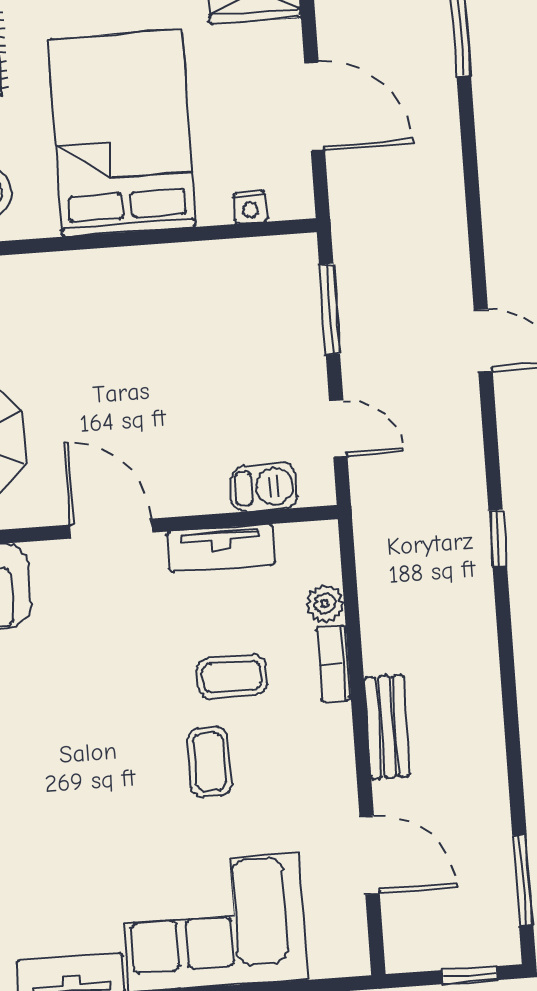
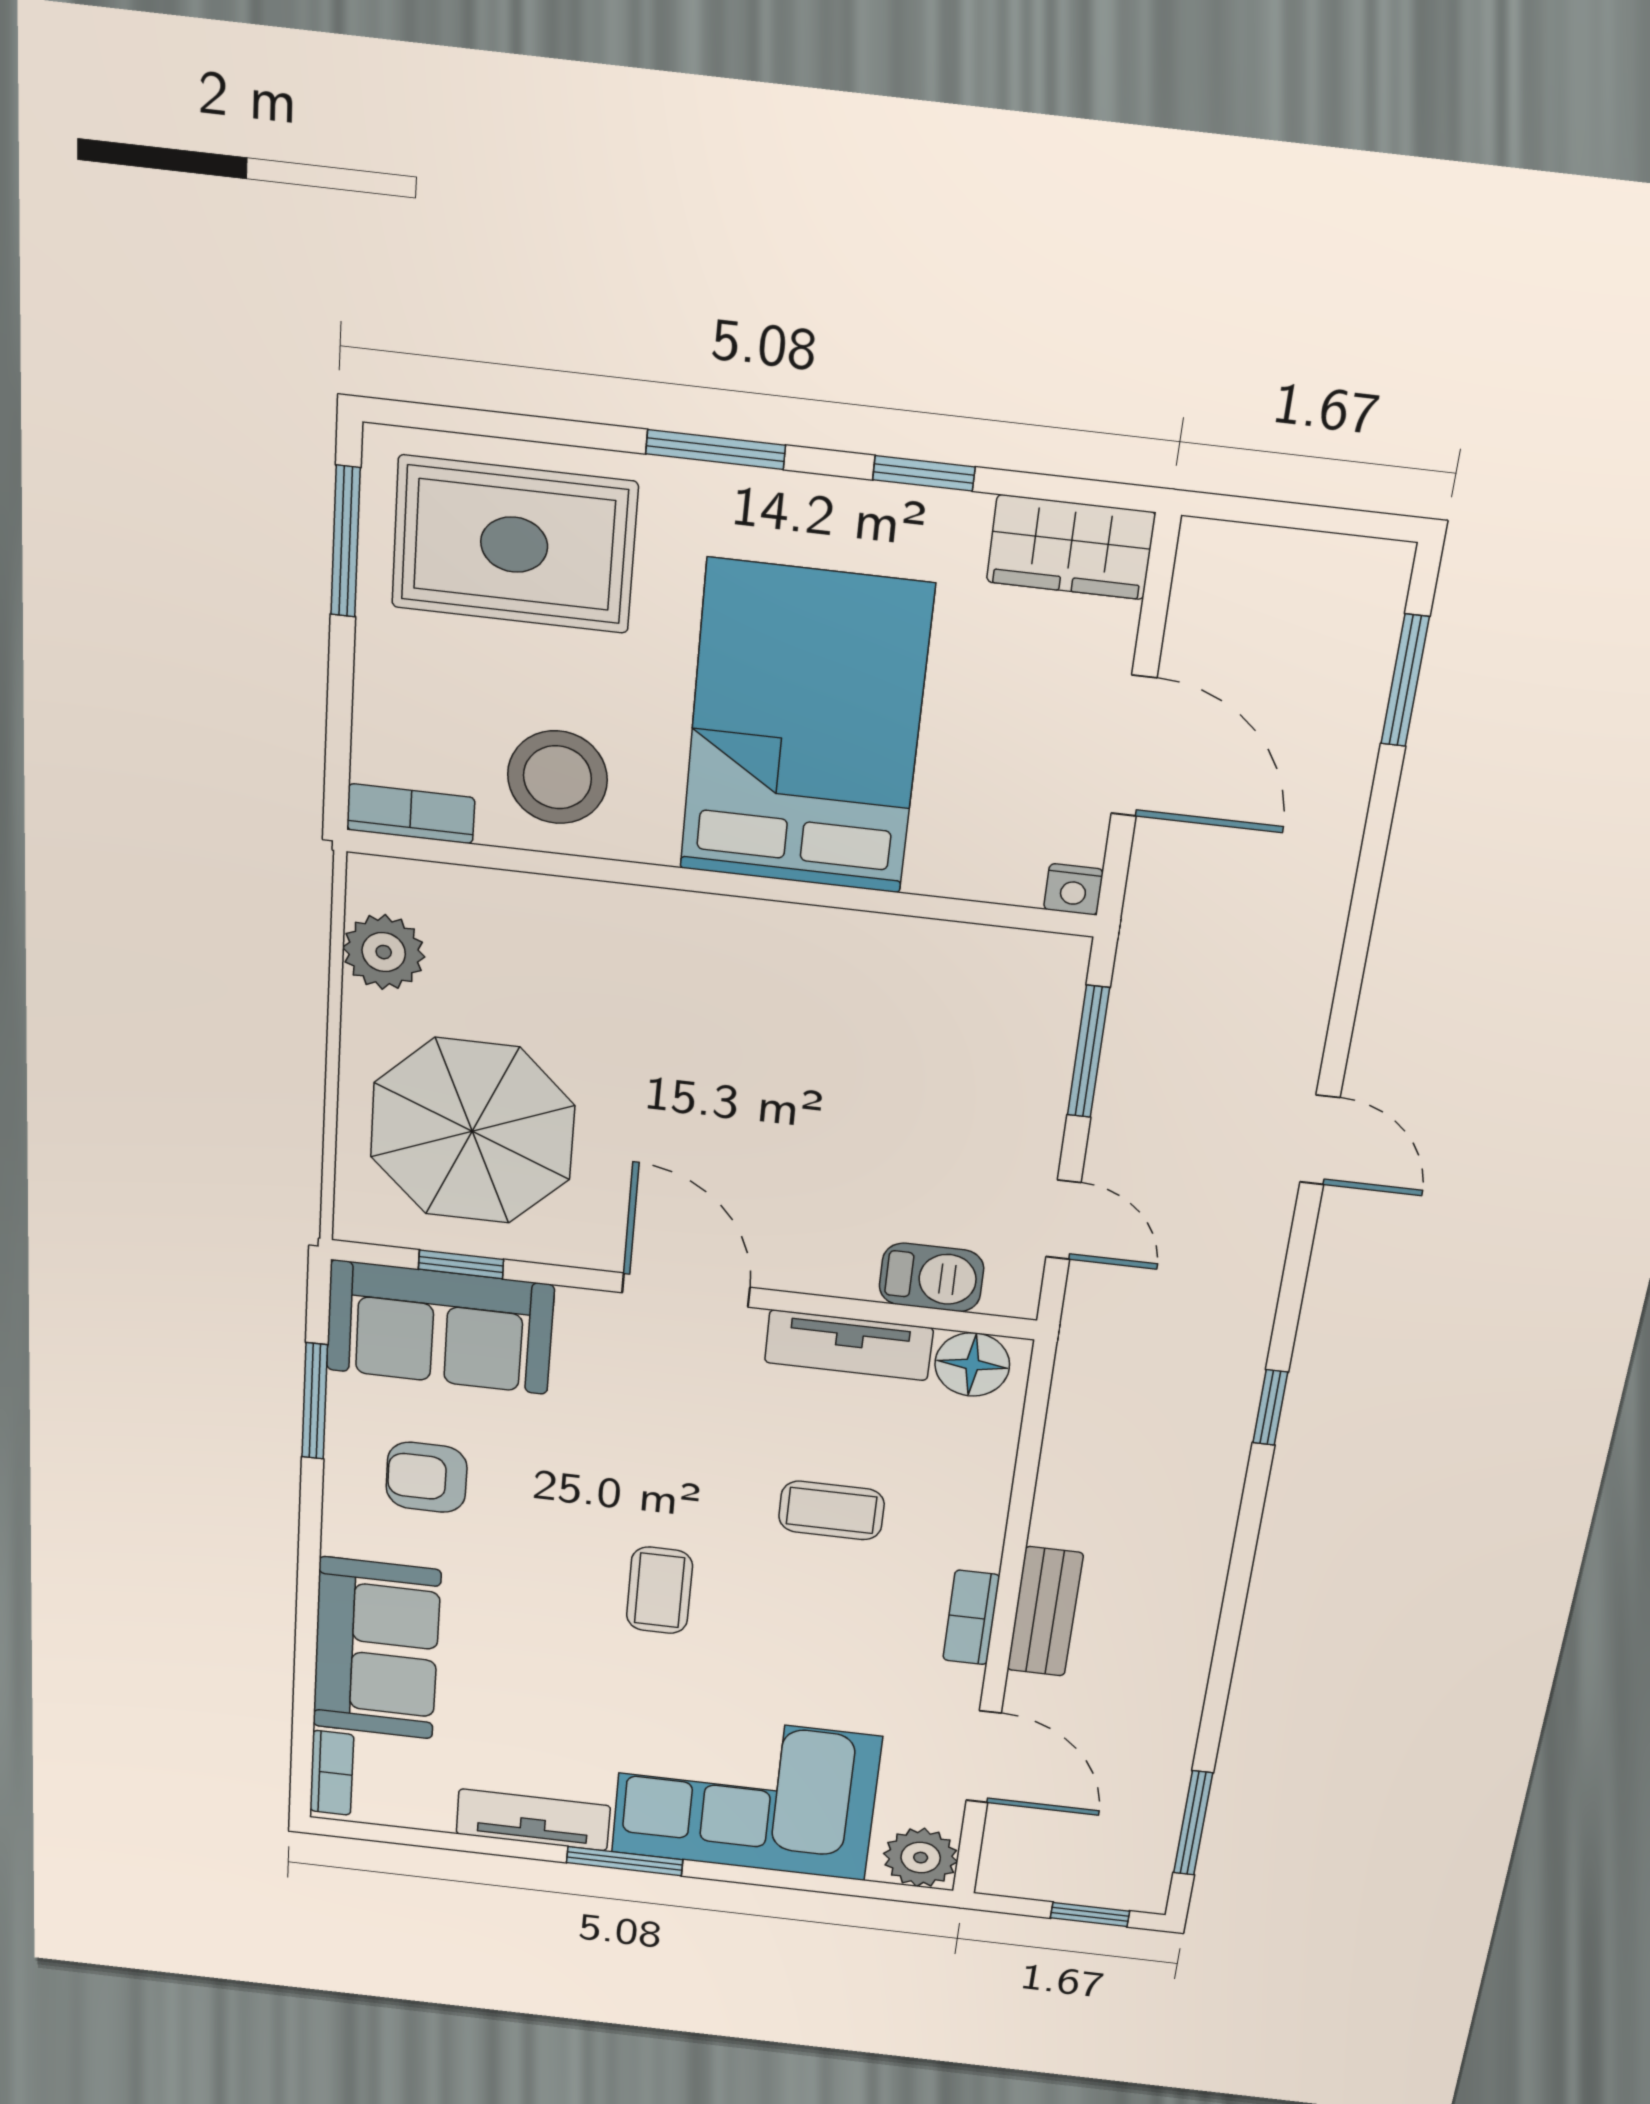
nightstand: (250, 207) -> (1074, 889), moved
floor lamp: (302, 546) -> (972, 1364), added
plant: (325, 604) -> (921, 1858), moved, width x1.38, depth x1.38
bookcase: (333, 663) -> (971, 1618), moved
coffee table: (209, 762) -> (659, 1590), moved

